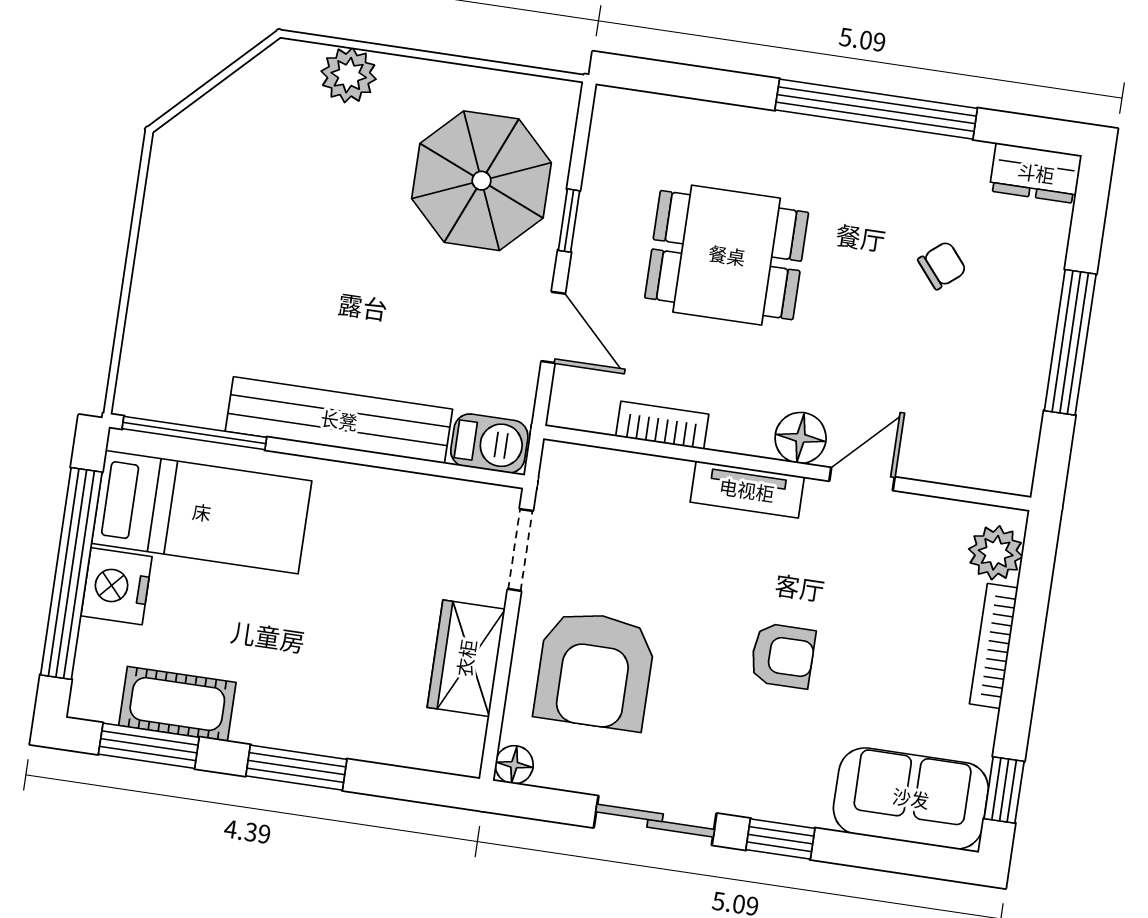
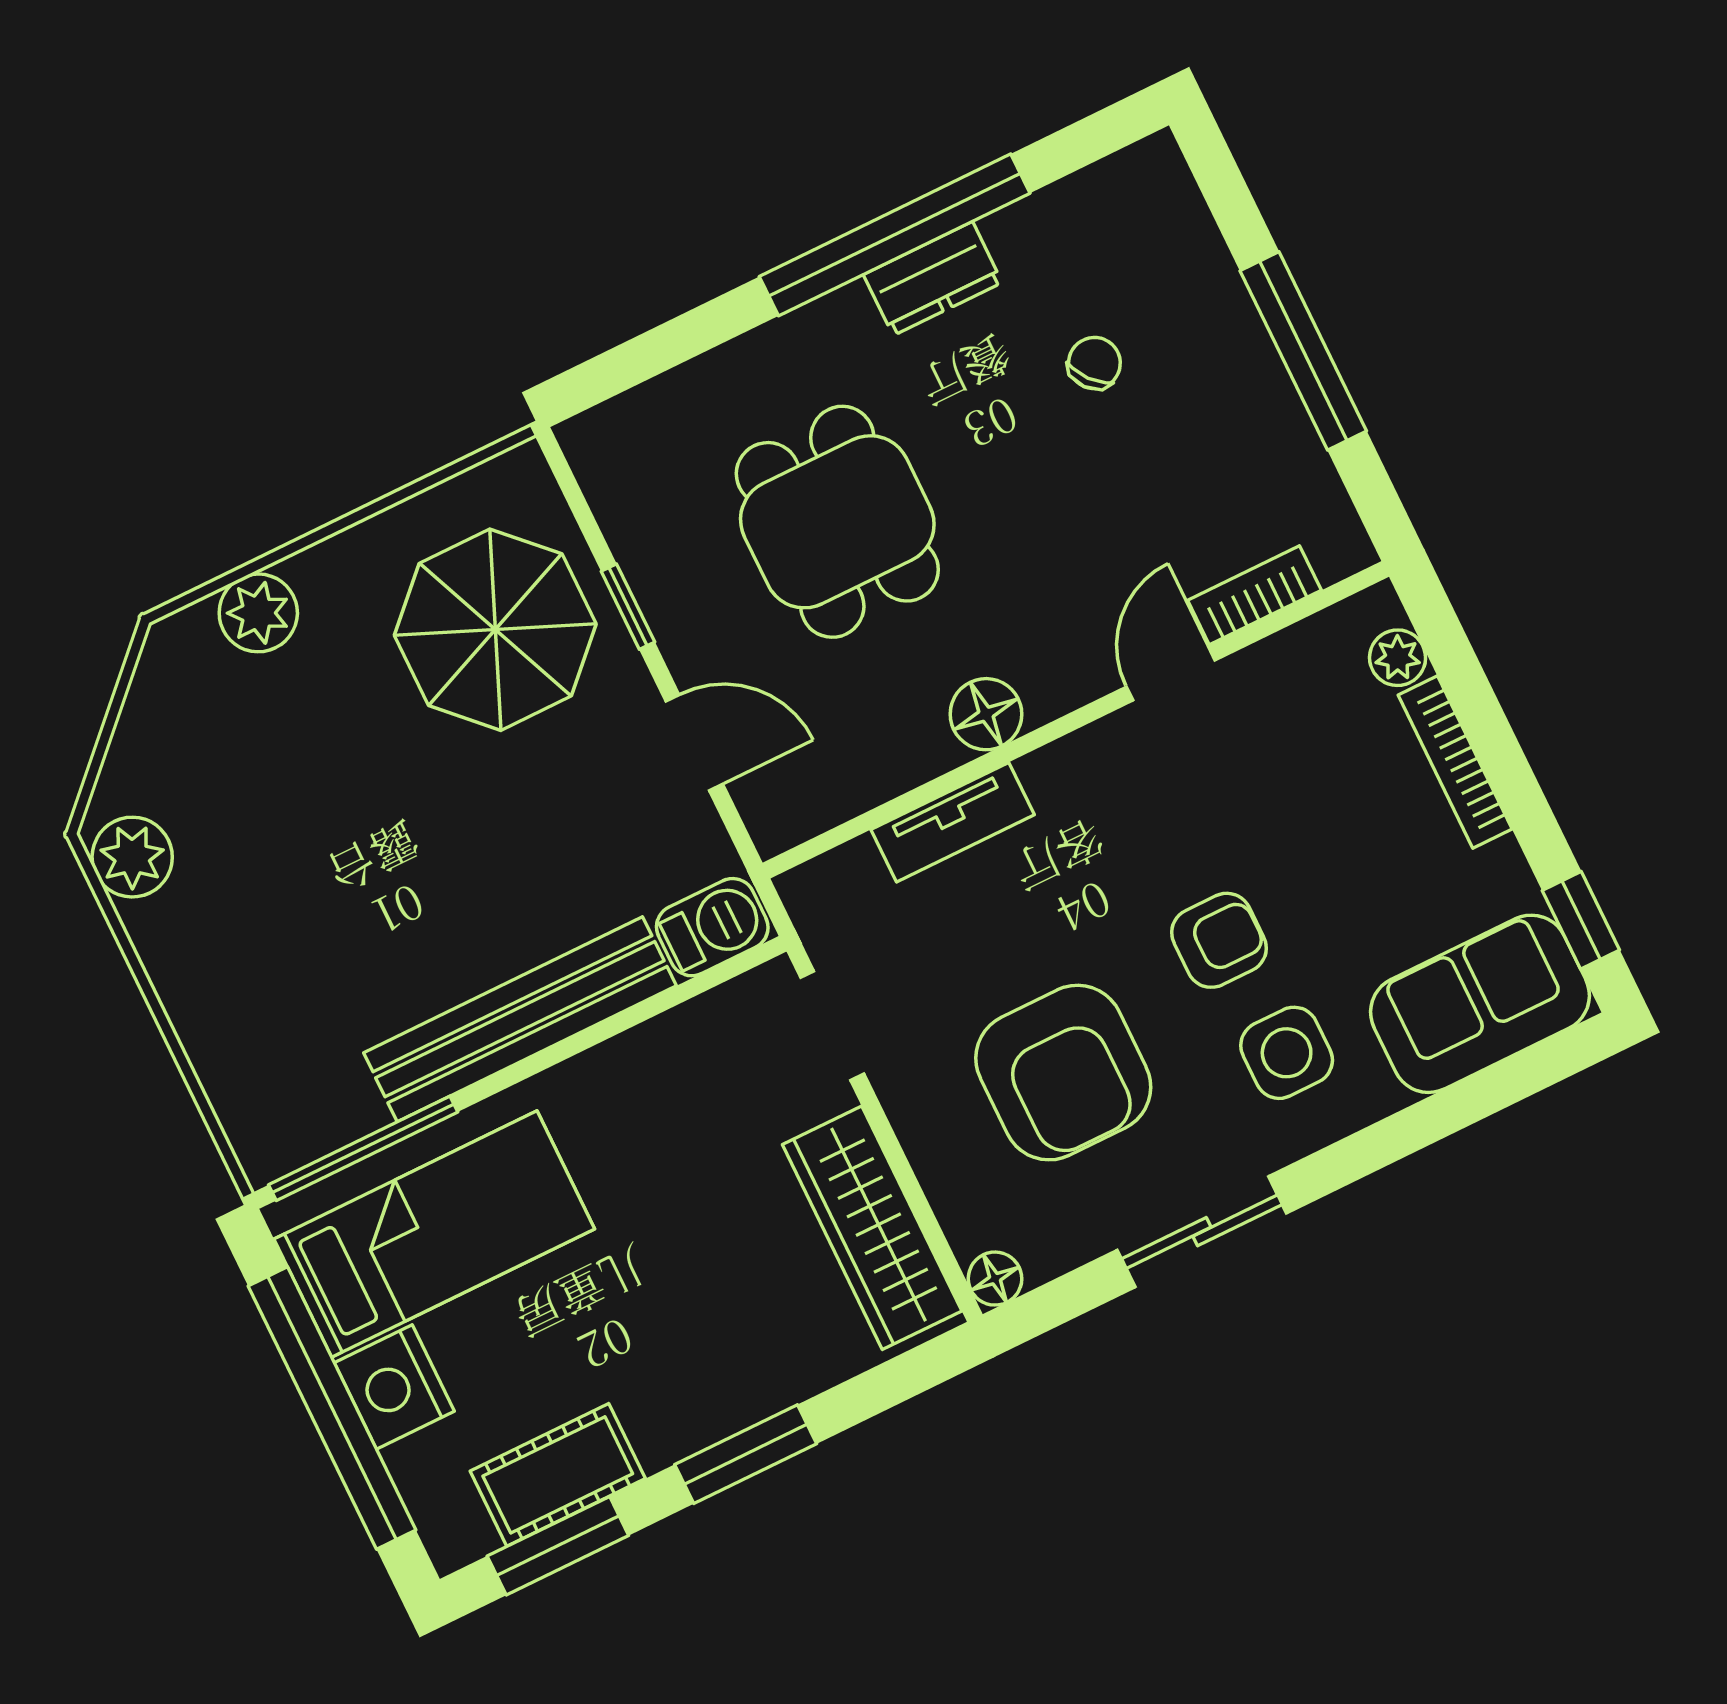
plant: (176, 168) -> (132, 857), added
dresser: (1036, 173) -> (933, 279), moved
dining table: (727, 255) -> (837, 522), turned 90
bookcase: (662, 425) -> (1254, 595), moved
floor lamp: (801, 438) -> (986, 714), moved
tv unit: (747, 490) -> (953, 822), moved
plant: (996, 553) -> (1398, 658), width x0.73, depth x0.73
wardrobe: (466, 658) -> (872, 1228), width x1.50
armchair: (595, 670) -> (1063, 1073), moved
side table: (777, 749) -> (1287, 1053), added
window: (780, 839) -> (1361, 1154), removed

